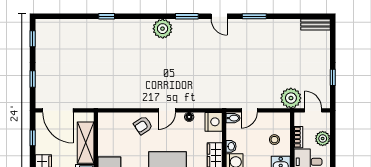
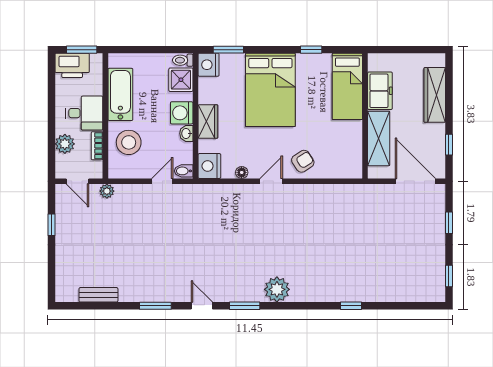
bench: (315, 25) -> (98, 295), moved
plant: (291, 98) -> (107, 191), width x0.53, depth x0.53
stool: (274, 140) -> (129, 142), width x1.89, depth x1.89

